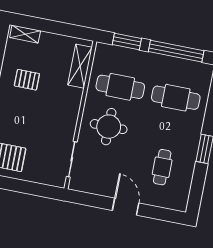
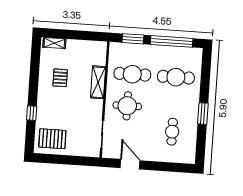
shelving: (80, 66) -> (98, 82), moved
pallet: (27, 80) -> (60, 78), turned 90
door: (126, 207) -> (130, 164), moved

